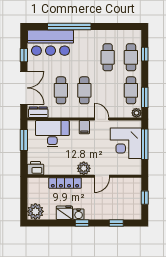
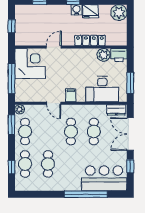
corner desk: (126, 143) -> (30, 64), moved
plant: (84, 168) -> (104, 55), moved

